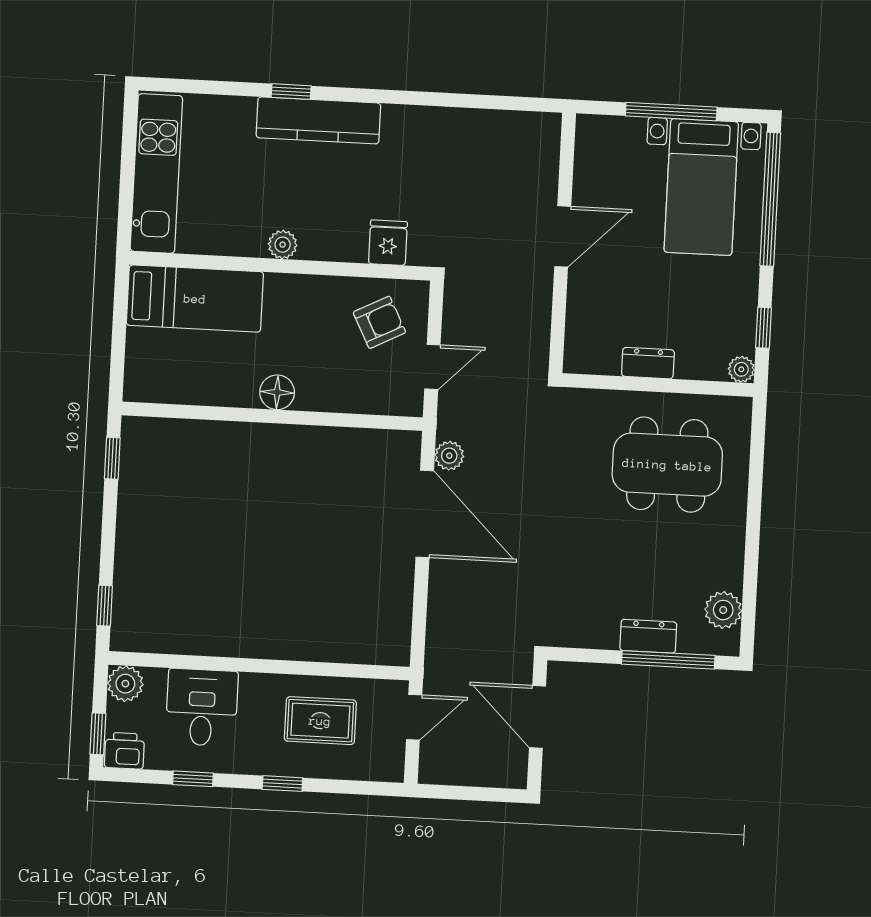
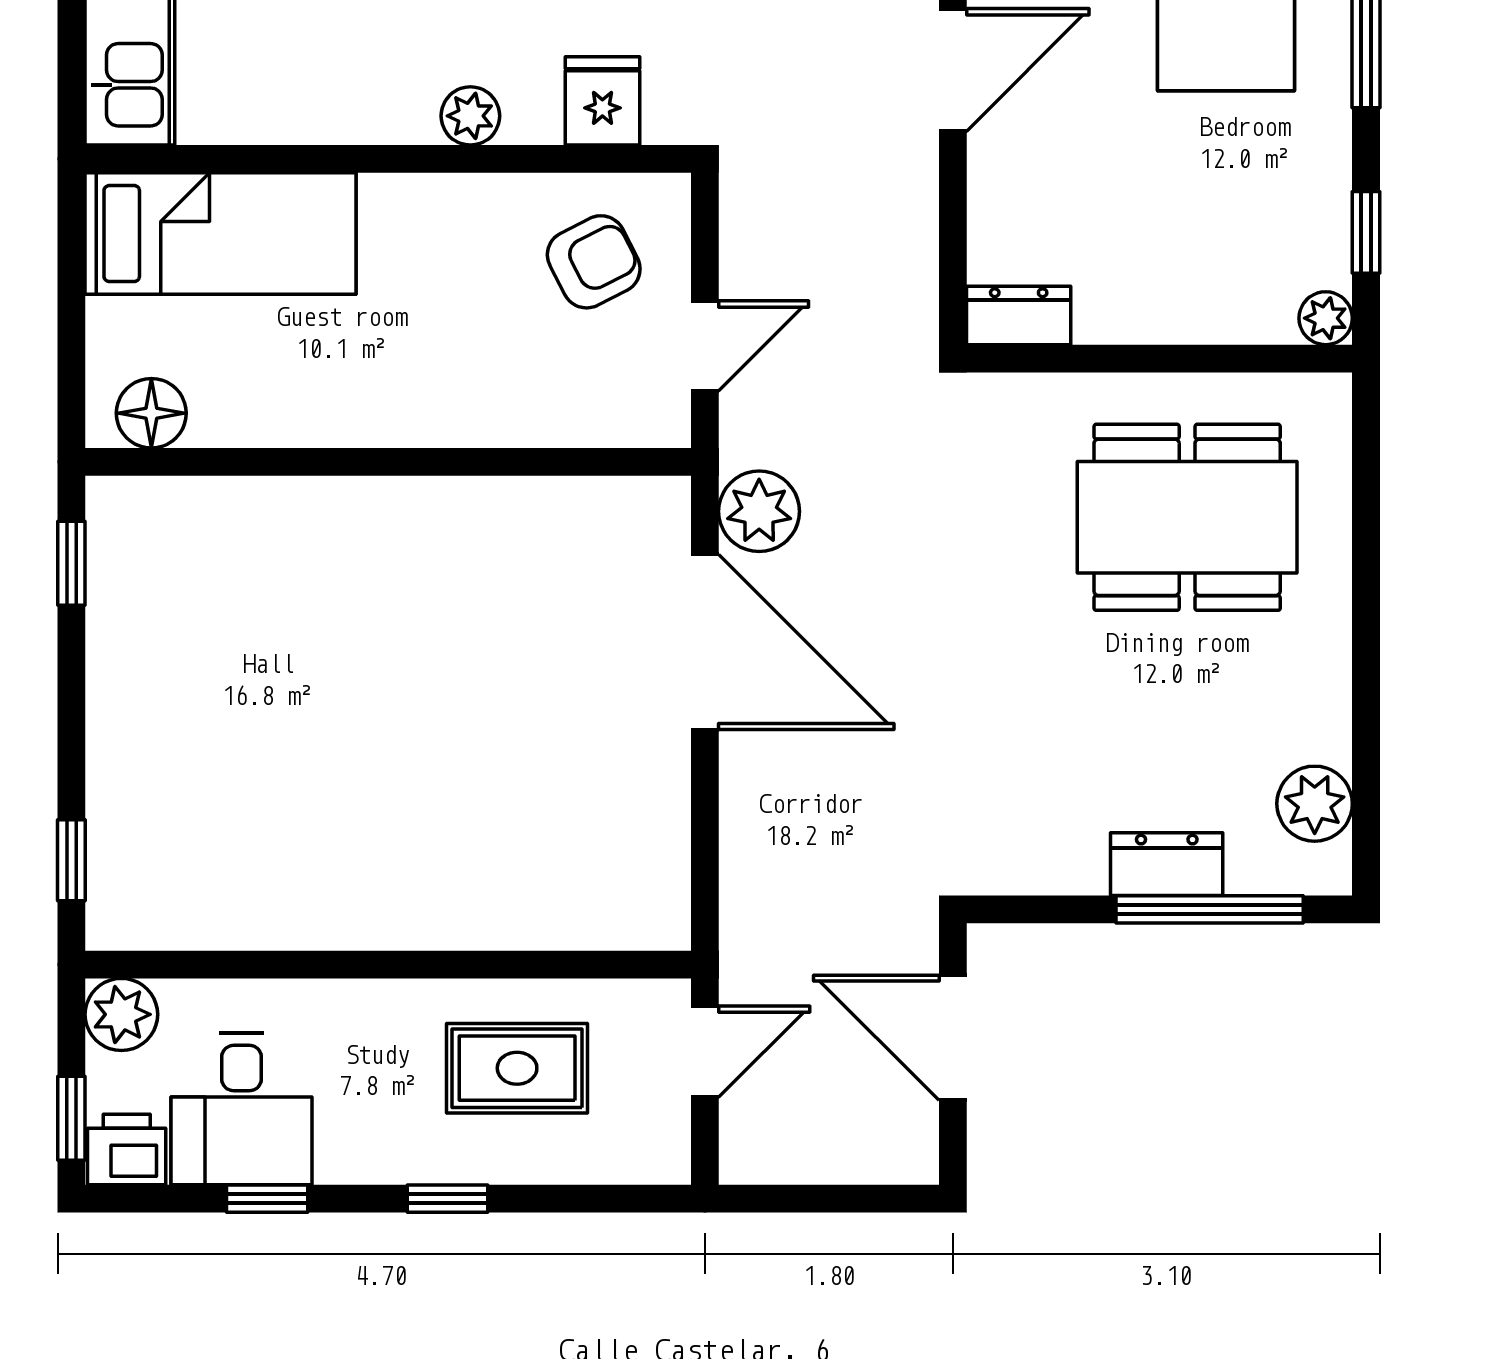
plant: (283, 245) -> (470, 116), moved
dresser: (648, 363) -> (1019, 315), moved
floor lamp: (277, 392) -> (151, 413), moved
plant: (449, 456) -> (759, 511), width x1.38, depth x1.38
desk: (202, 707) -> (242, 1109), moved, turned 180

